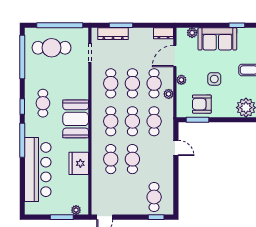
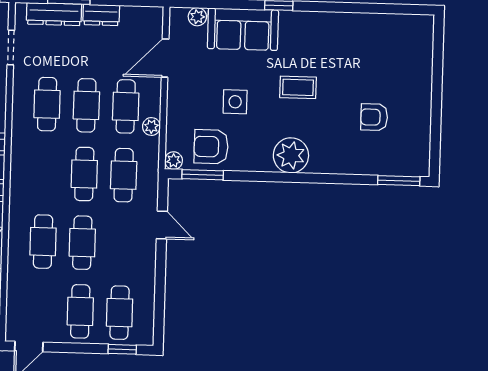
dresser: (164, 33) -> (101, 15), moved
plant: (181, 80) -> (174, 161), moved
cafe table: (111, 121) -> (80, 311), moved

